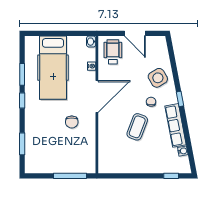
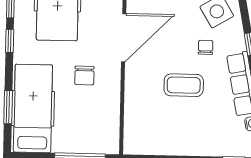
coffee table: (137, 127) -> (184, 85), turned 69
hospital bed: (38, 144) -> (33, 108), added

